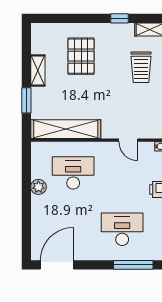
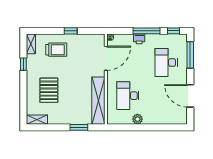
pallet: (81, 56) -> (49, 90), turned 90
shelving: (38, 70) -> (37, 120), moved
door: (128, 140) -> (106, 58), width x1.88
door: (57, 265) -> (190, 96), moved

